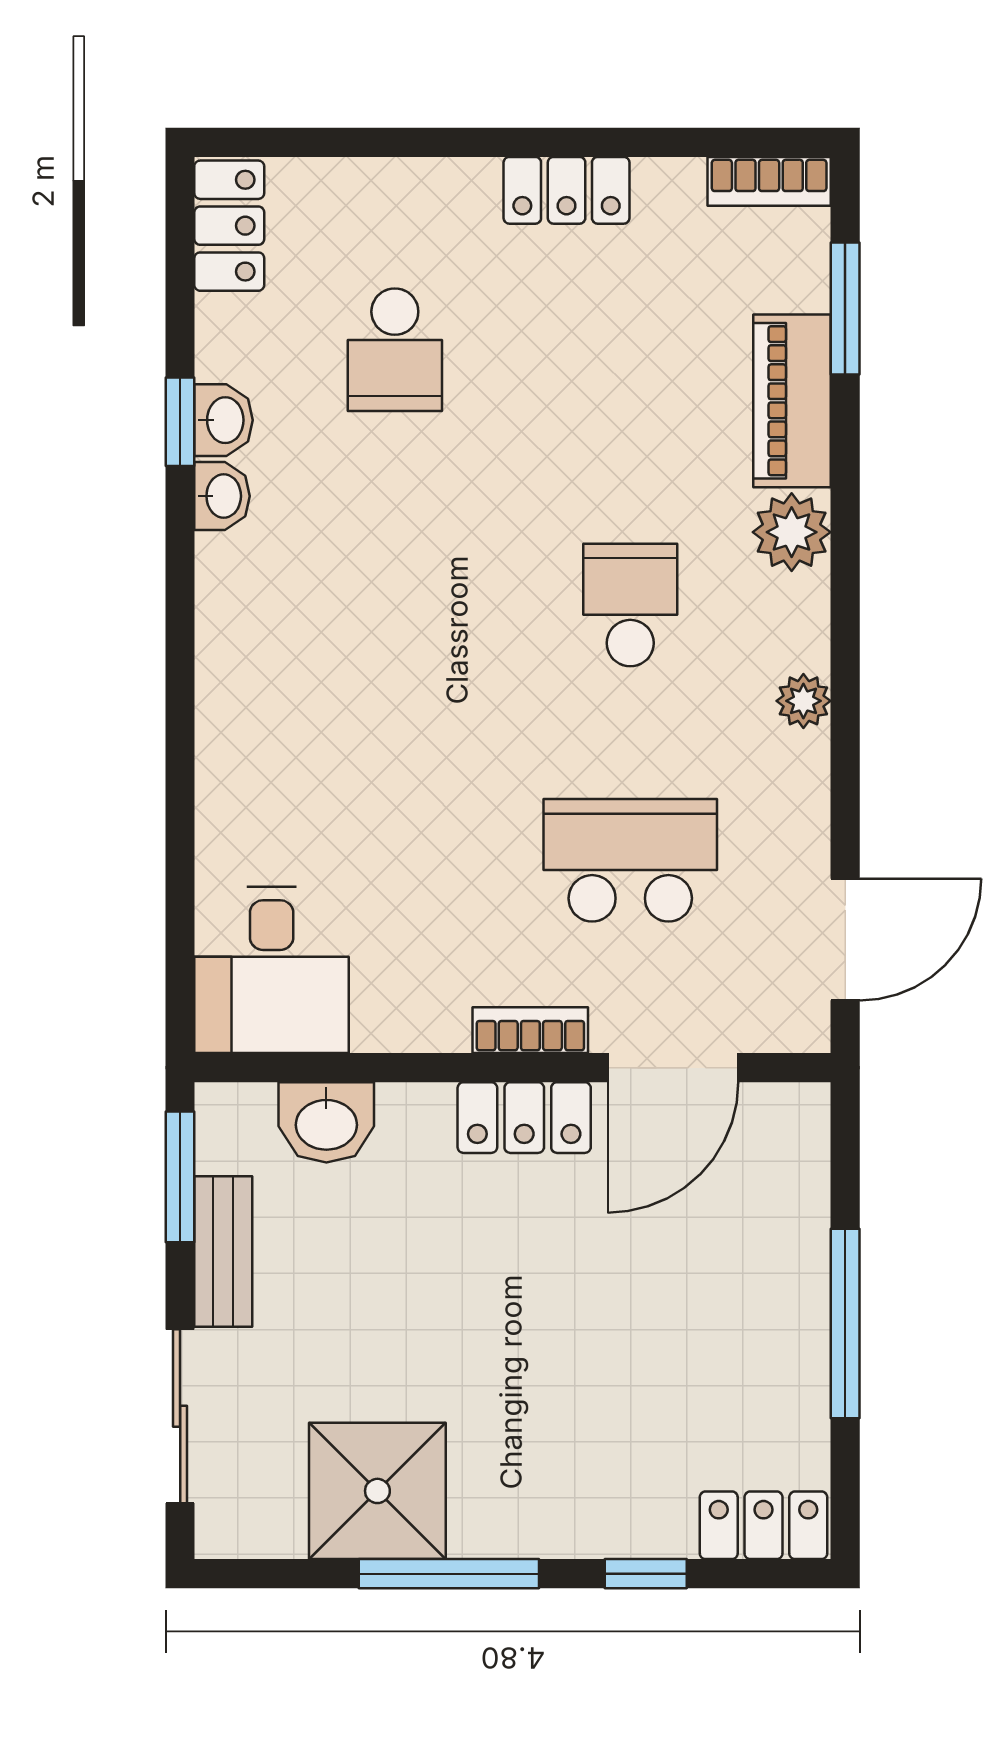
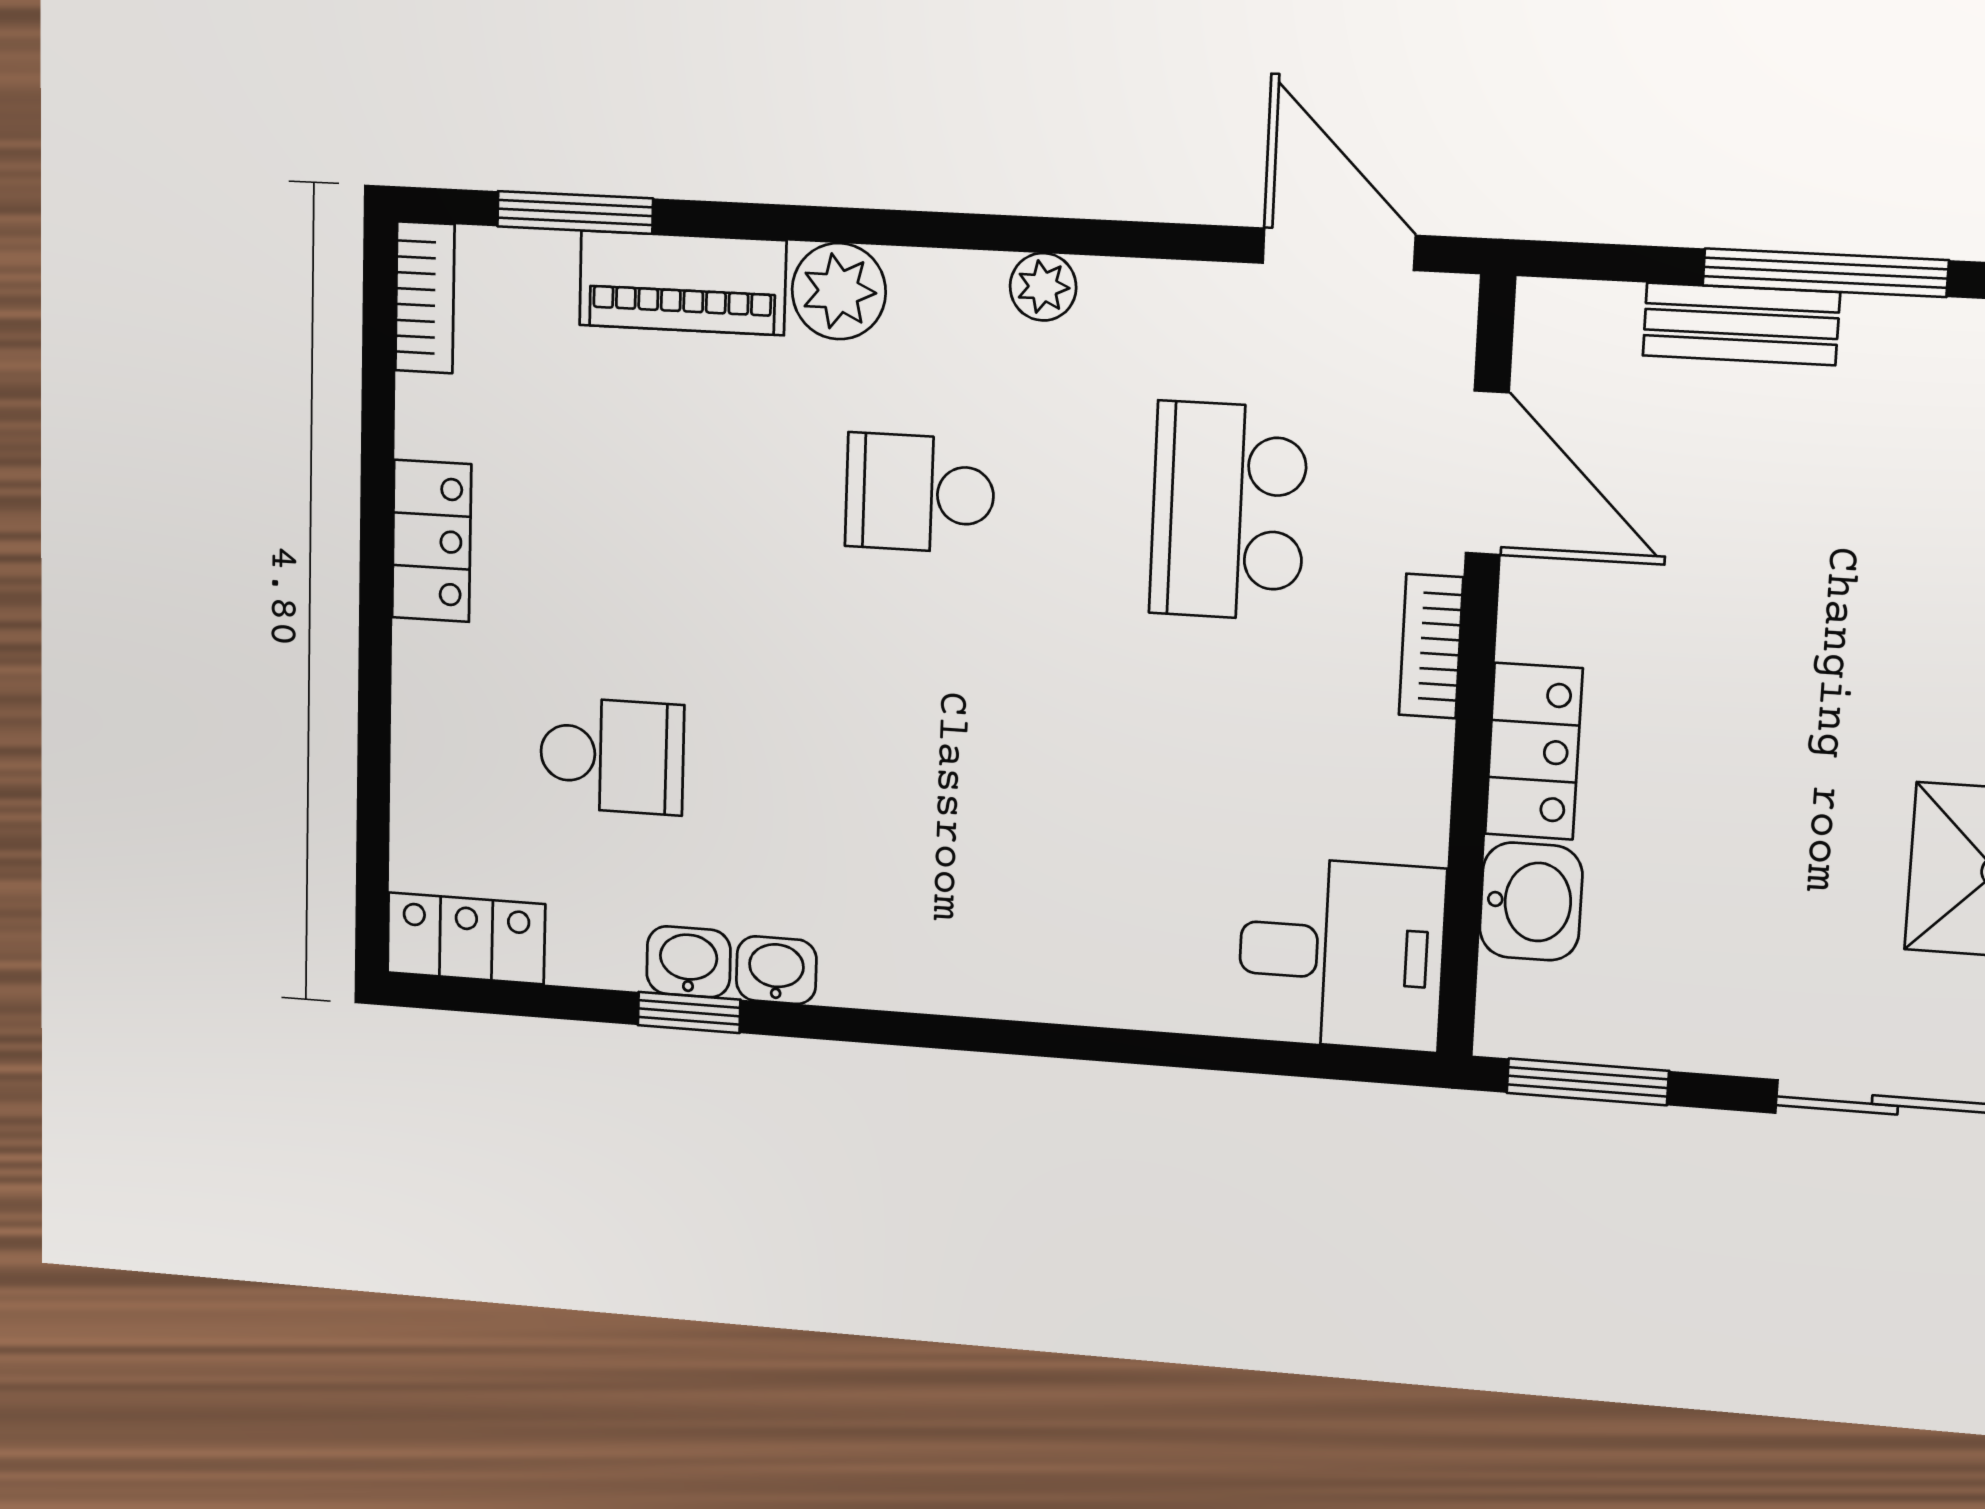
locker: (524, 1118) -> (1534, 751), moved
bench: (223, 1252) -> (1741, 324), moved

